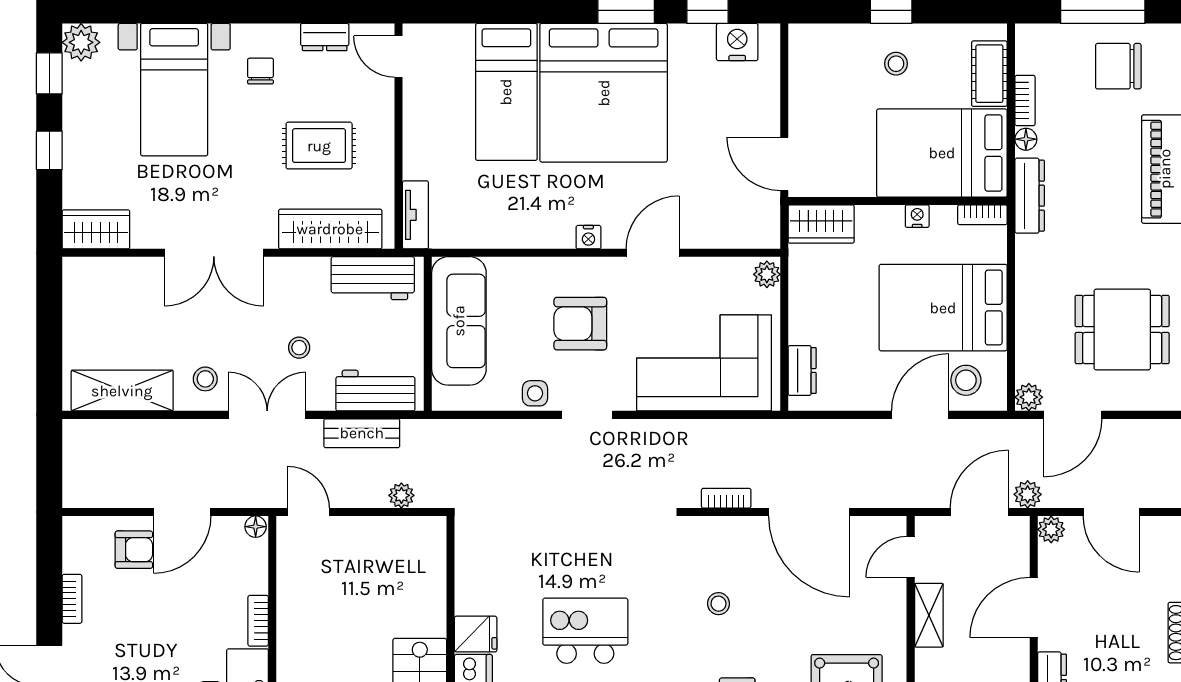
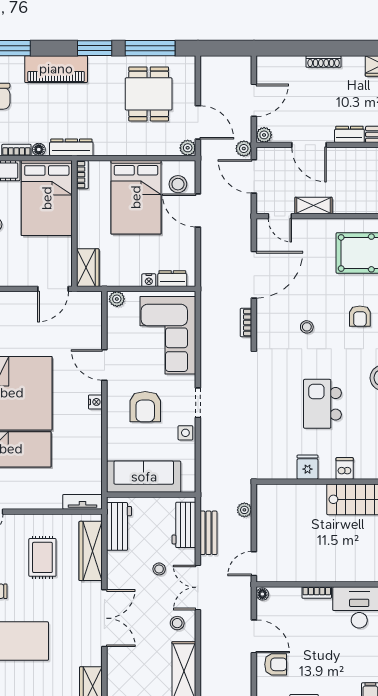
nightstand: (917, 216) -> (149, 280), moved, turned -90
armchair: (134, 550) -> (276, 664), turned 90
fridge: (476, 634) -> (308, 467), moved

